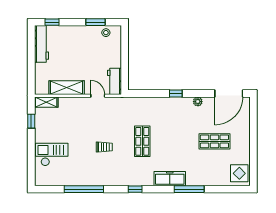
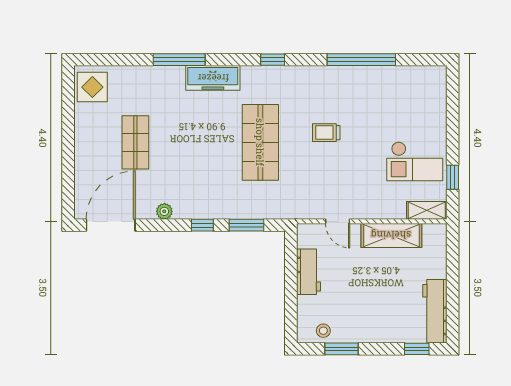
workbench: (115, 81) -> (308, 272), moved
window: (150, 94) -> (247, 225), added
shop shelf: (142, 141) -> (260, 142), width x1.43, depth x1.36
shop shelf: (214, 141) -> (135, 142), turned 90
checkout: (52, 155) -> (415, 161), moved

